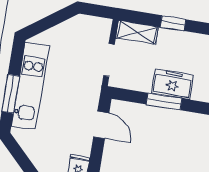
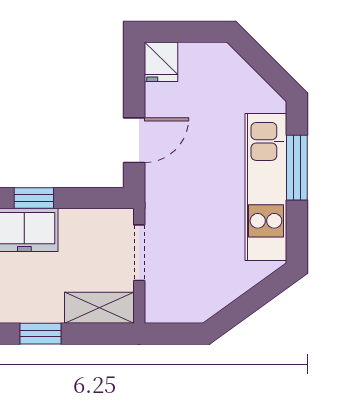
window: (164, 101) -> (34, 198), width x0.67
door: (101, 125) -> (134, 140), swing flipped

